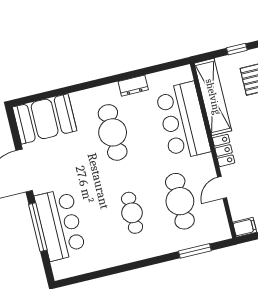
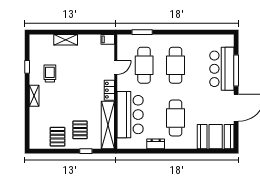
cafe table: (132, 213) -> (176, 65), width x1.37, depth x1.35

